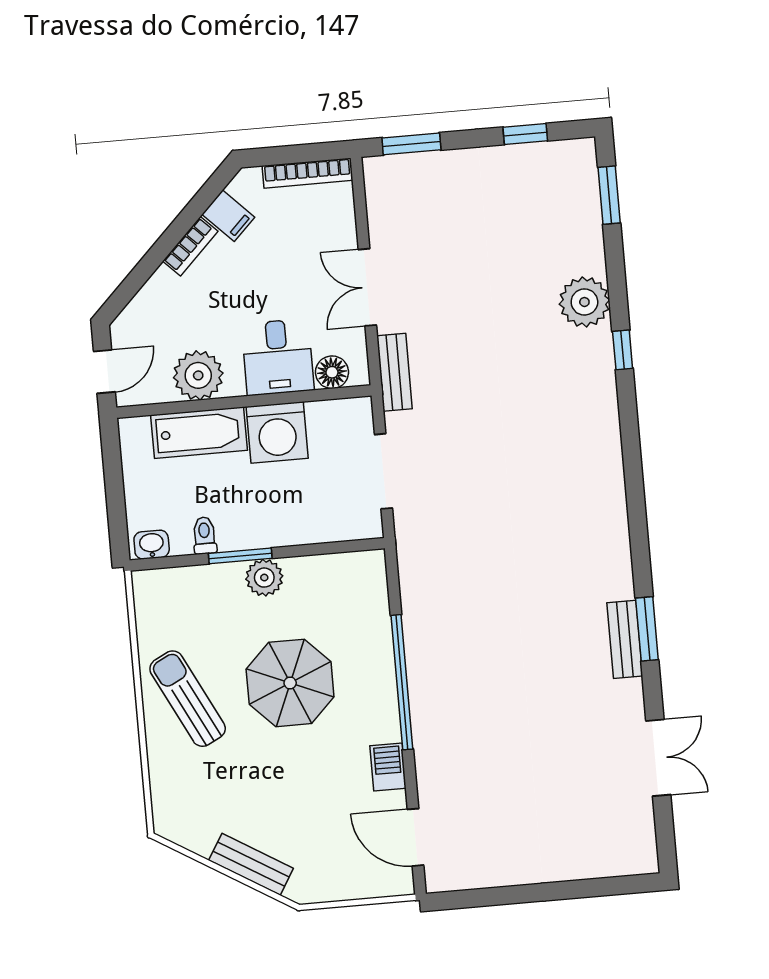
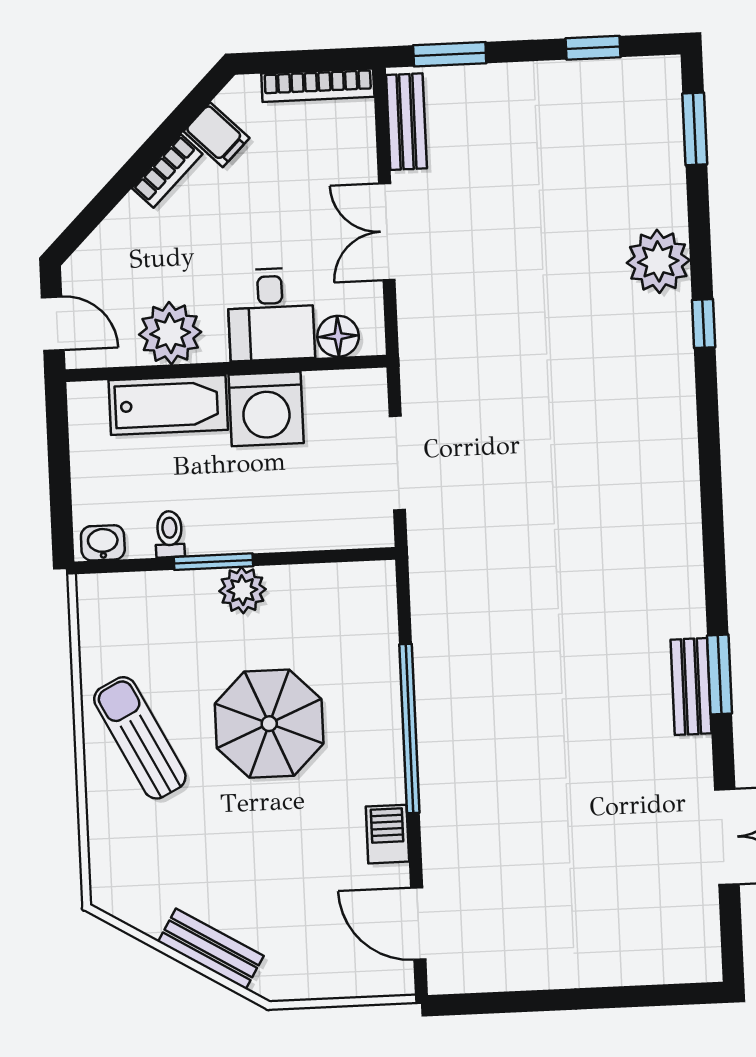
door: (104, 372) -> (53, 324), hinge flipped
bench: (394, 372) -> (406, 122), moved

